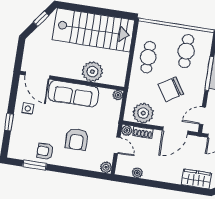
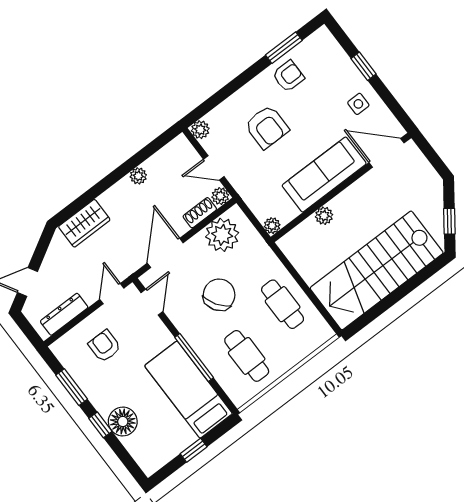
plant: (92, 72) -> (324, 216), width x0.53, depth x0.53
armchair: (77, 139) -> (267, 127), turned 180
plant: (137, 173) -> (138, 176), moved

